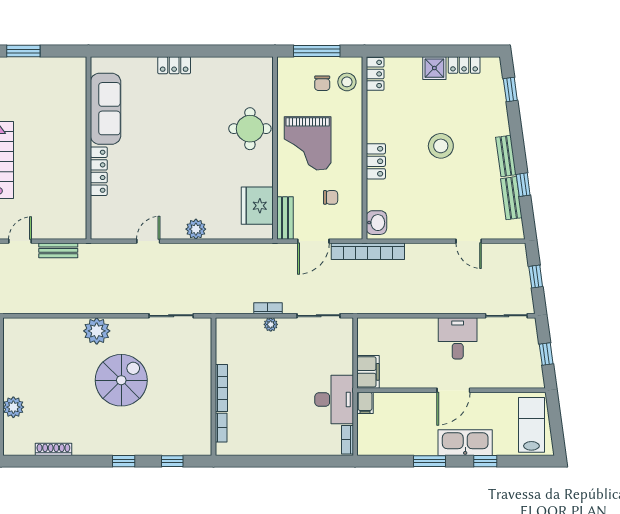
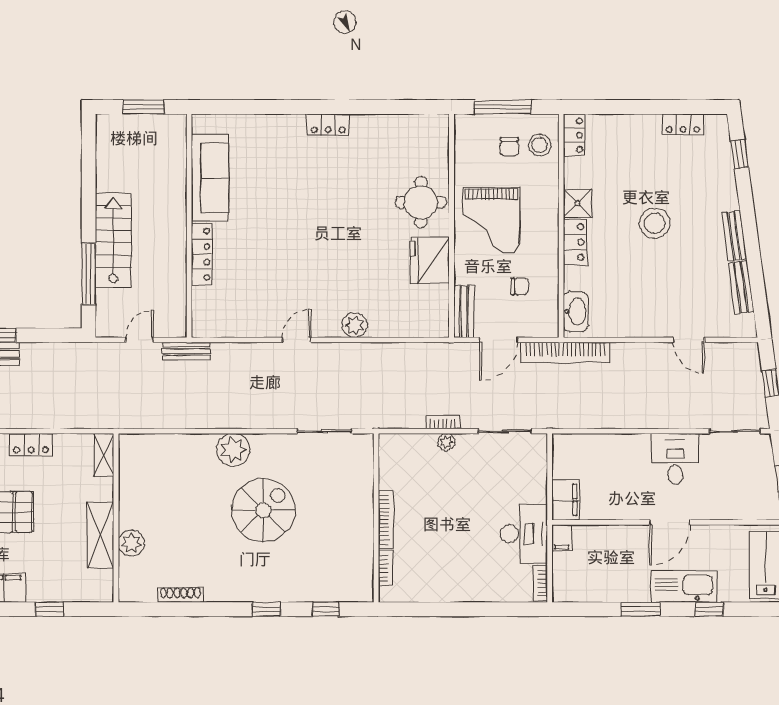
shower: (434, 68) -> (577, 203), moved
sofa: (106, 109) -> (210, 178), moved
wall: (89, 148) -> (189, 226), moved
locker: (99, 171) -> (202, 254), moved
window: (523, 185) -> (755, 271), removed
fridge: (257, 206) -> (430, 260), moved
washbasin: (376, 223) -> (576, 312), width x1.38

